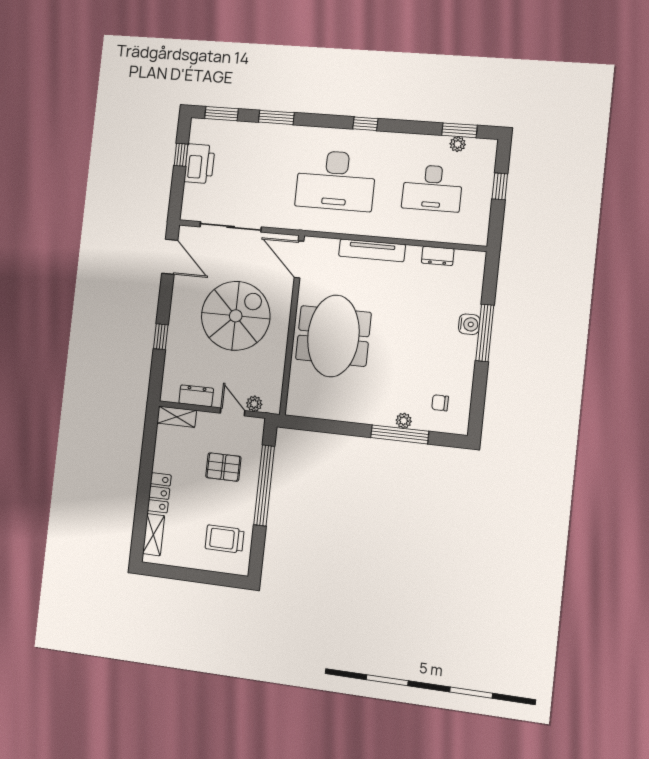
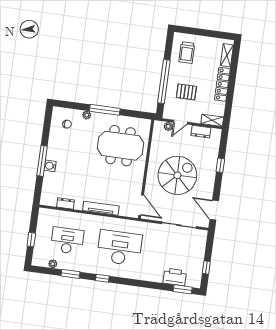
window: (276, 117) -> (152, 285), removed
window: (459, 130) -> (70, 274), moved
printer: (199, 164) -> (175, 277), moved, turned 90
spiral stairs: (236, 316) -> (177, 175), turned 180
meeting table: (333, 336) -> (121, 146), moved, turned 90
door: (233, 412) -> (180, 122), hinge flipped
window: (400, 434) -> (105, 110), moved
locker: (159, 493) -> (222, 84), width x1.53
trolley: (225, 539) -> (187, 53), turned 90

